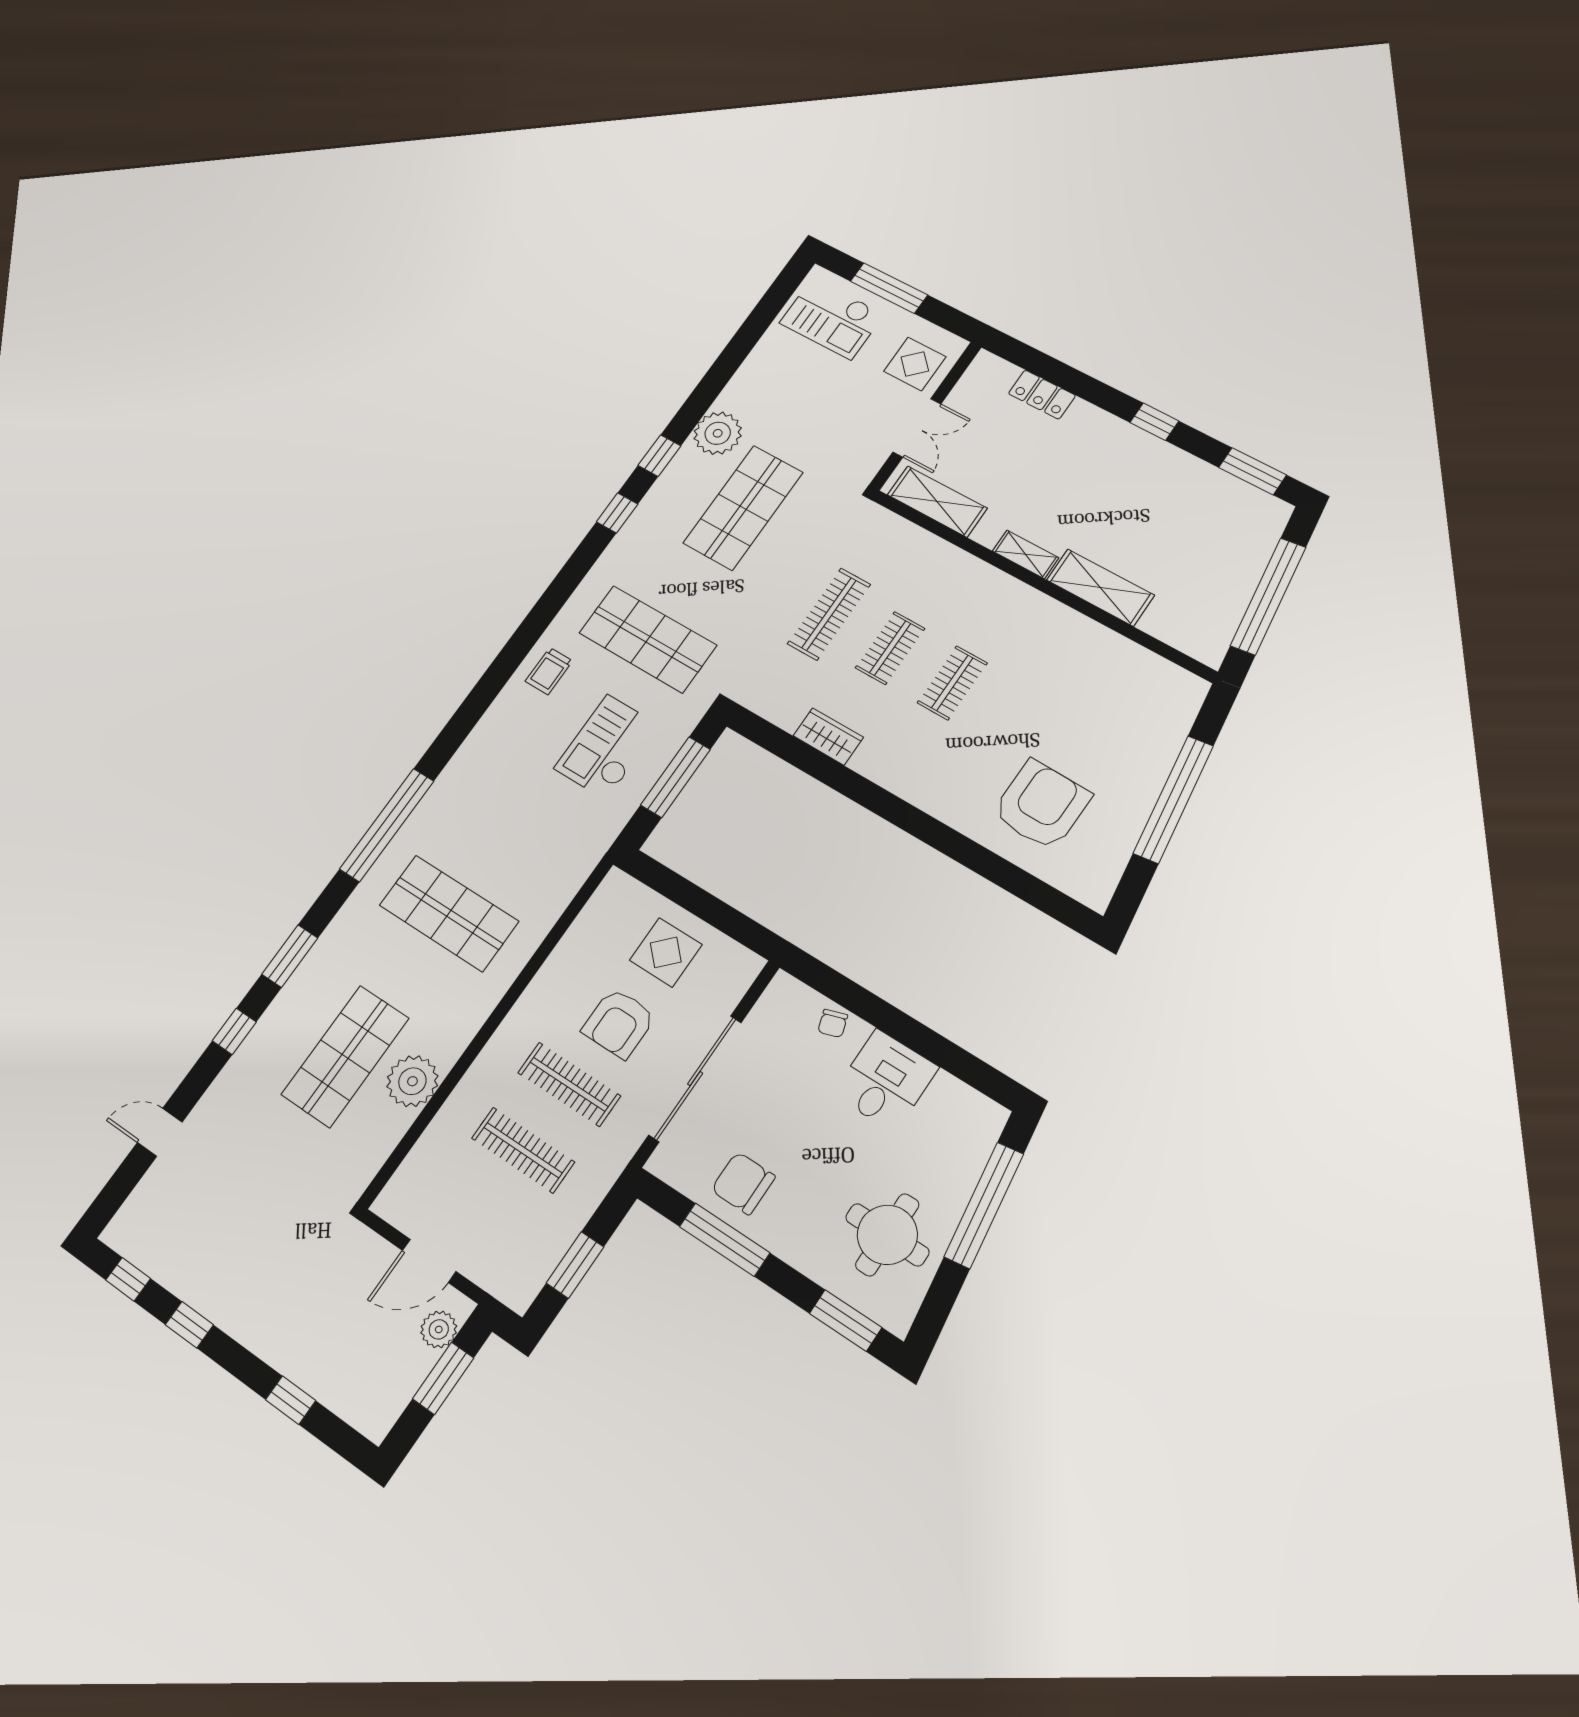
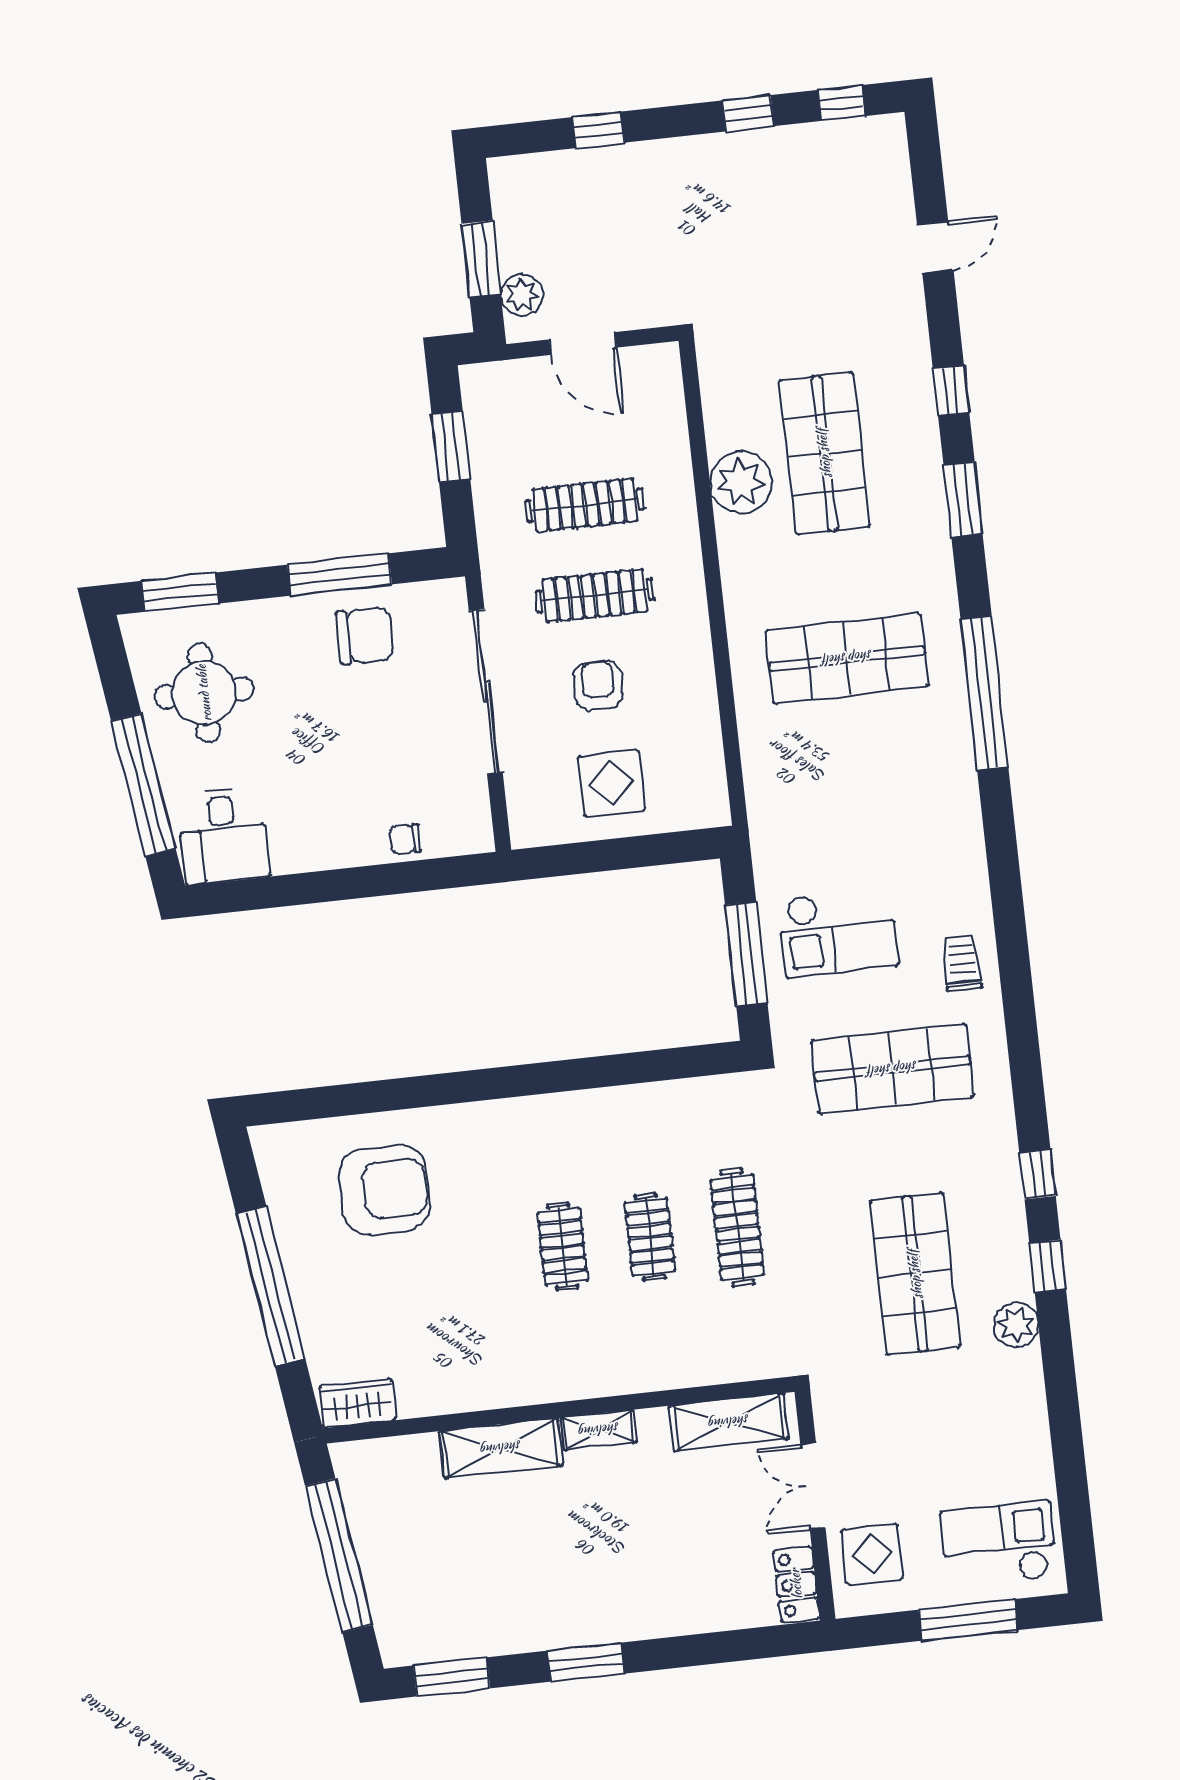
locker: (1042, 395) -> (796, 1584), moved, turned -90
window: (1154, 422) -> (586, 1662), width x1.50
plant: (718, 433) -> (1016, 1325), width x0.73, depth x0.73
wardrobe: (828, 737) -> (357, 1403), moved, turned 180
checkout: (607, 747) -> (838, 932), turned 90
armchair: (1041, 805) -> (384, 1190), turned -91
armchair: (619, 1023) -> (598, 685), width x0.72, depth x0.72
chair: (833, 1023) -> (405, 839), turned -72
desk: (886, 1081) -> (223, 836), moved
door: (429, 1261) -> (583, 344), swing flipped

